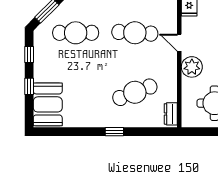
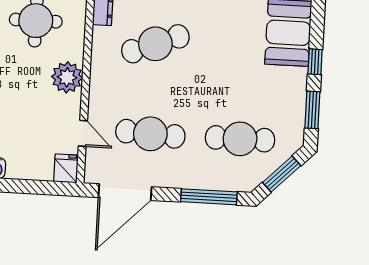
door: (179, 43) -> (83, 133), moved
window: (29, 54) -> (312, 110), width x1.50

